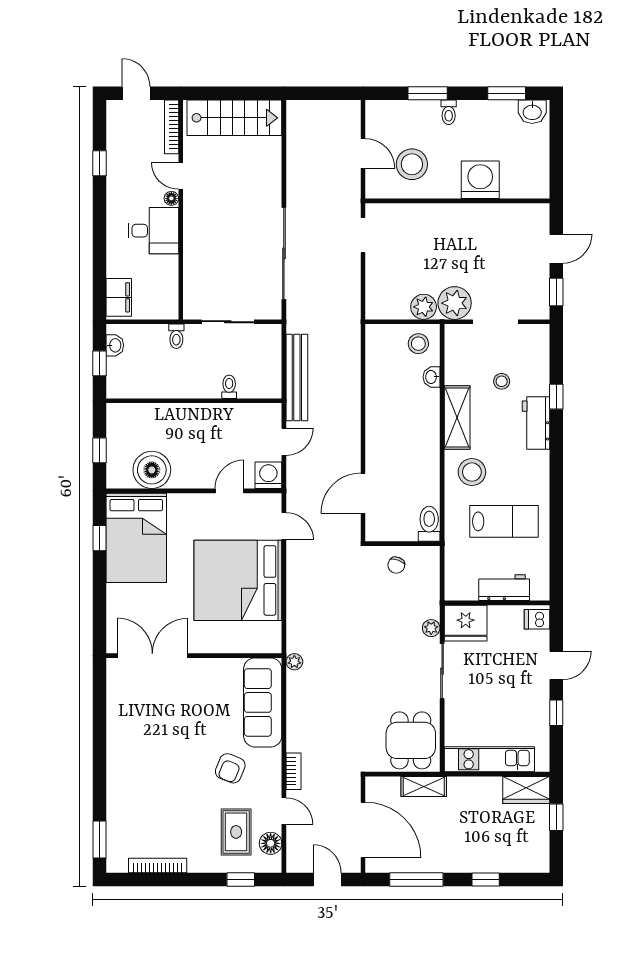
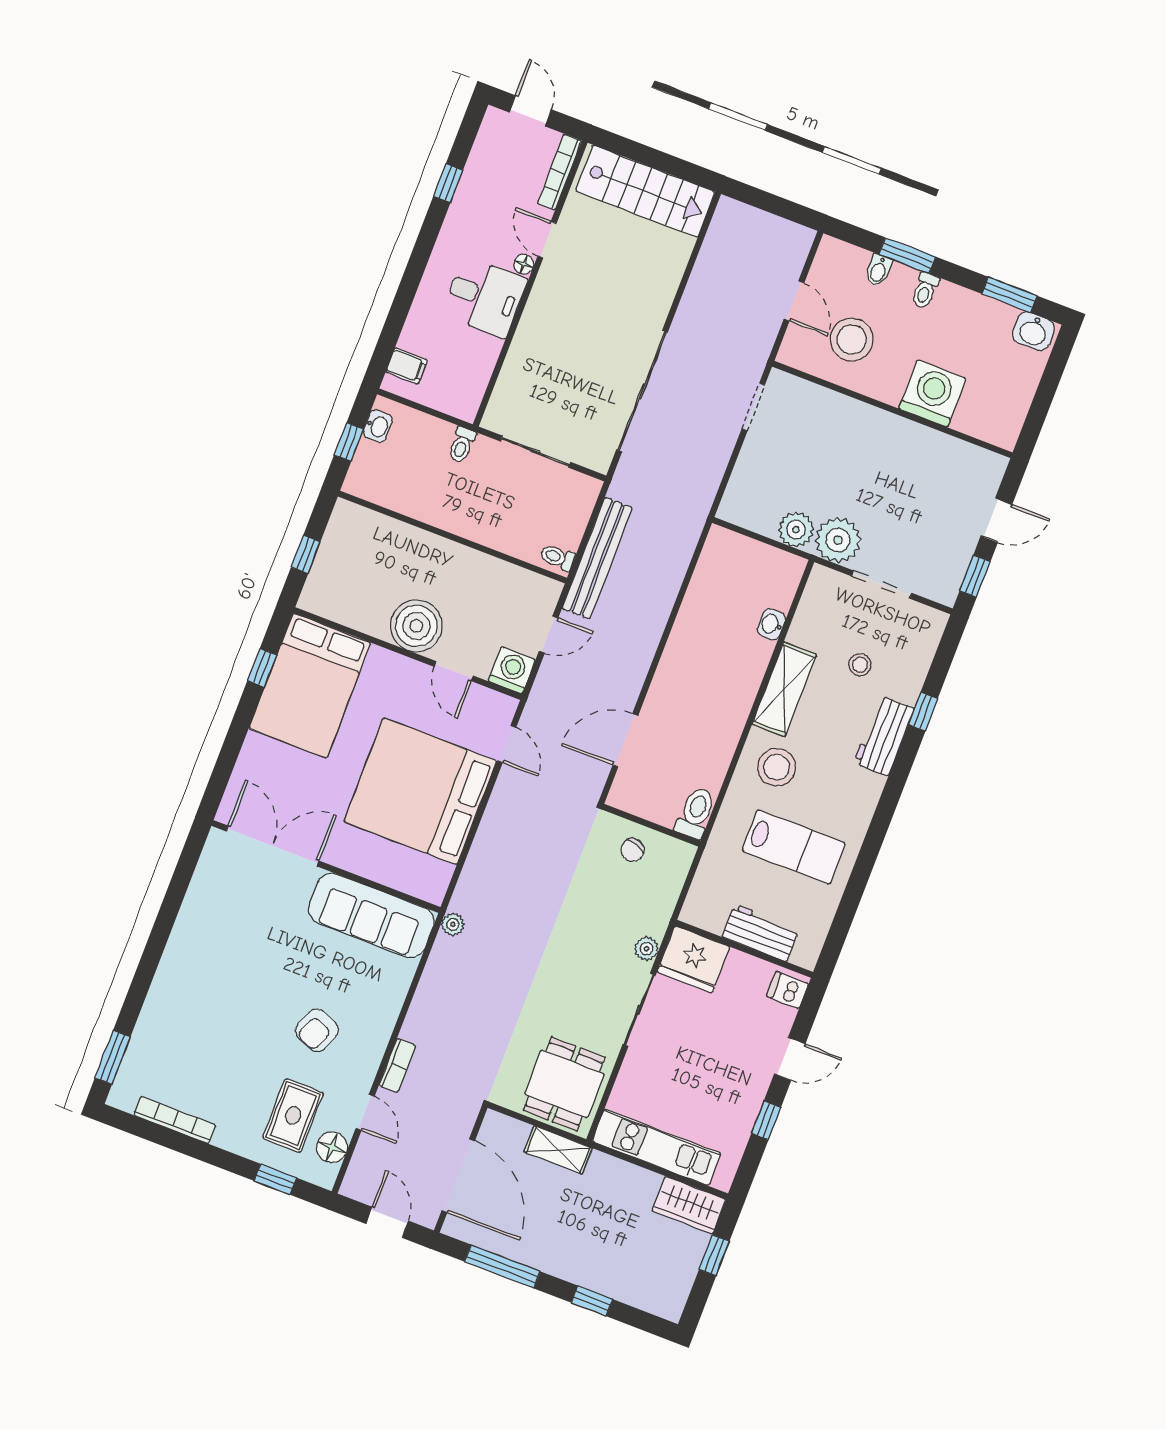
bidet: (412, 111) -> (879, 270), added
filing cabinet: (119, 297) -> (407, 366), width x0.50
stool: (418, 344) -> (771, 575), removed
toilet: (229, 387) -> (557, 557), moved, turned -90
boiler: (152, 470) -> (416, 626), moved
door: (229, 491) -> (454, 671), swing flipped
sofa: (263, 702) -> (371, 915), moved, turned -90

